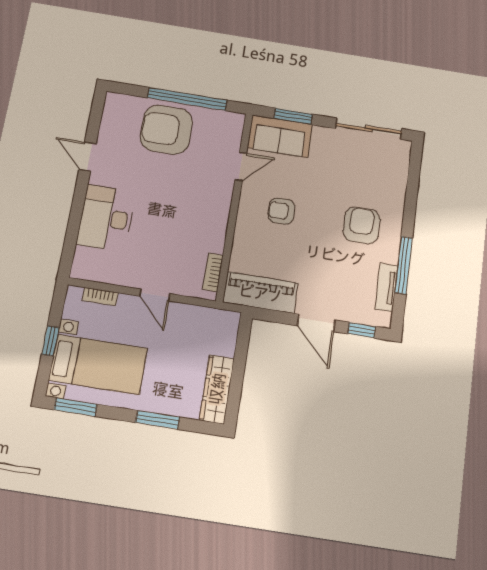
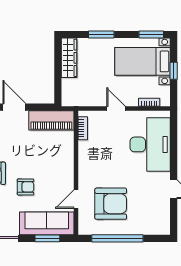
armchair: (166, 130) -> (111, 204), moved
sofa: (280, 136) -> (47, 223), width x1.36
armchair: (282, 211) -> (26, 187), moved
desk: (106, 218) -> (150, 144), width x1.36, depth x1.30

